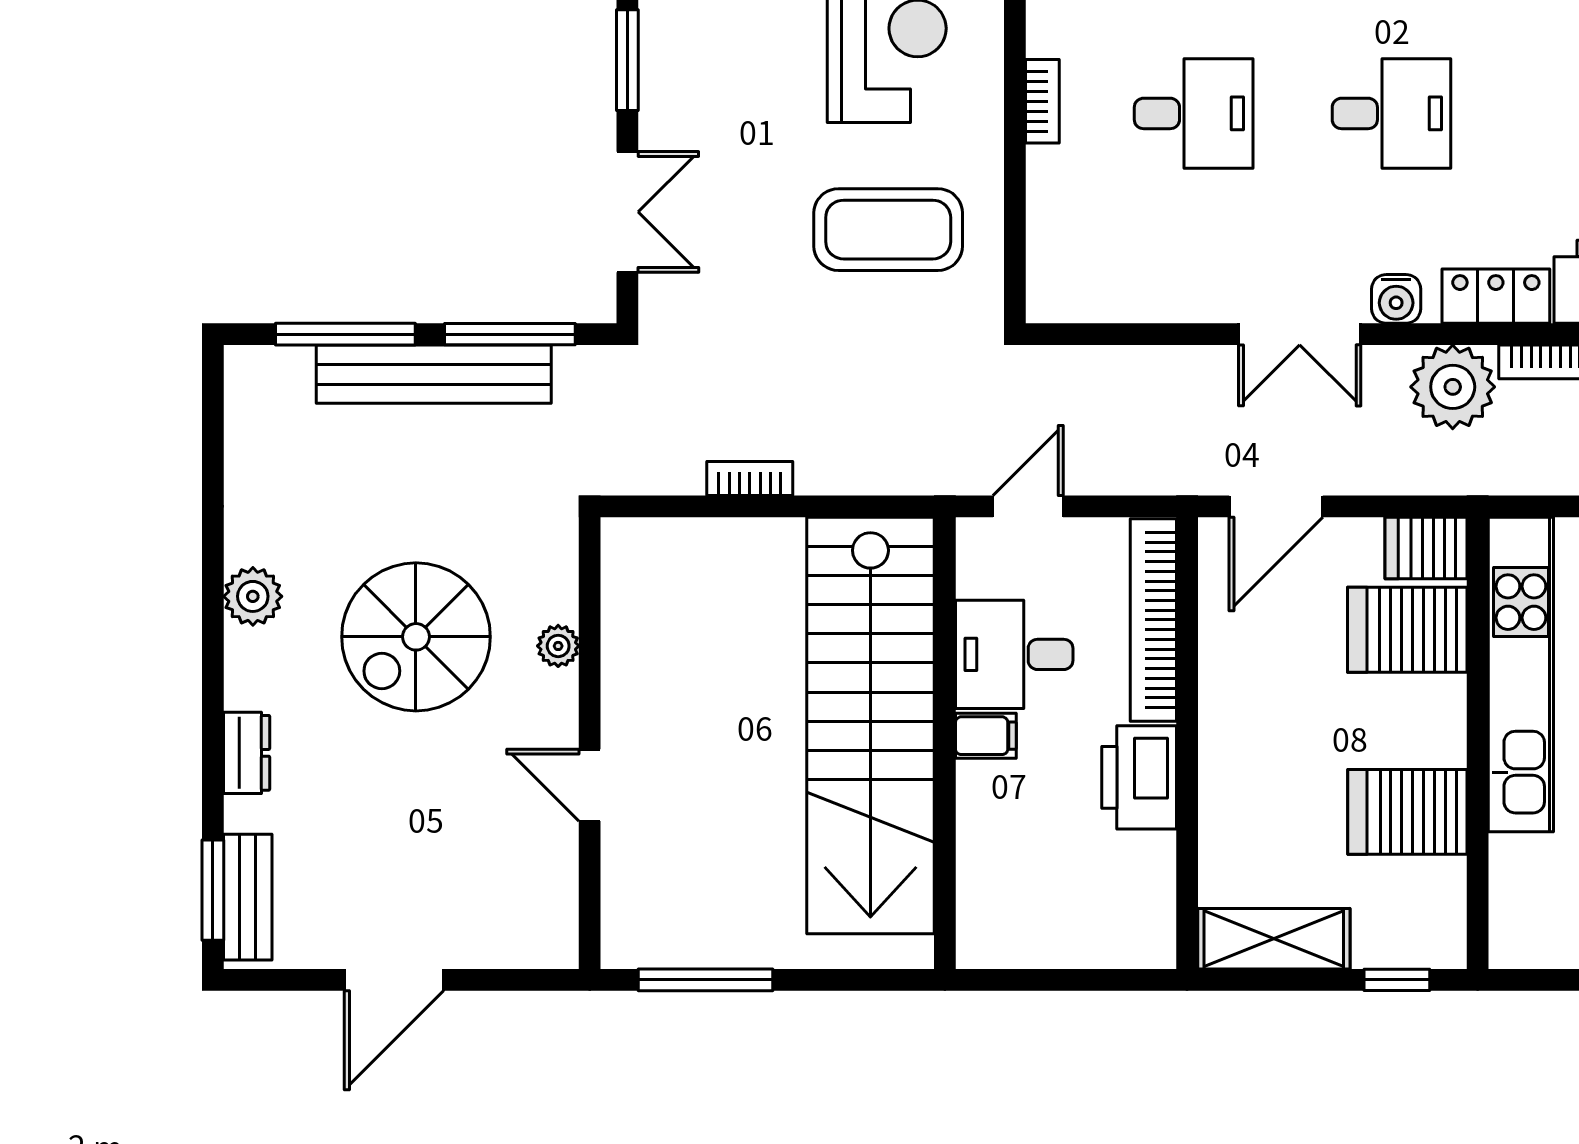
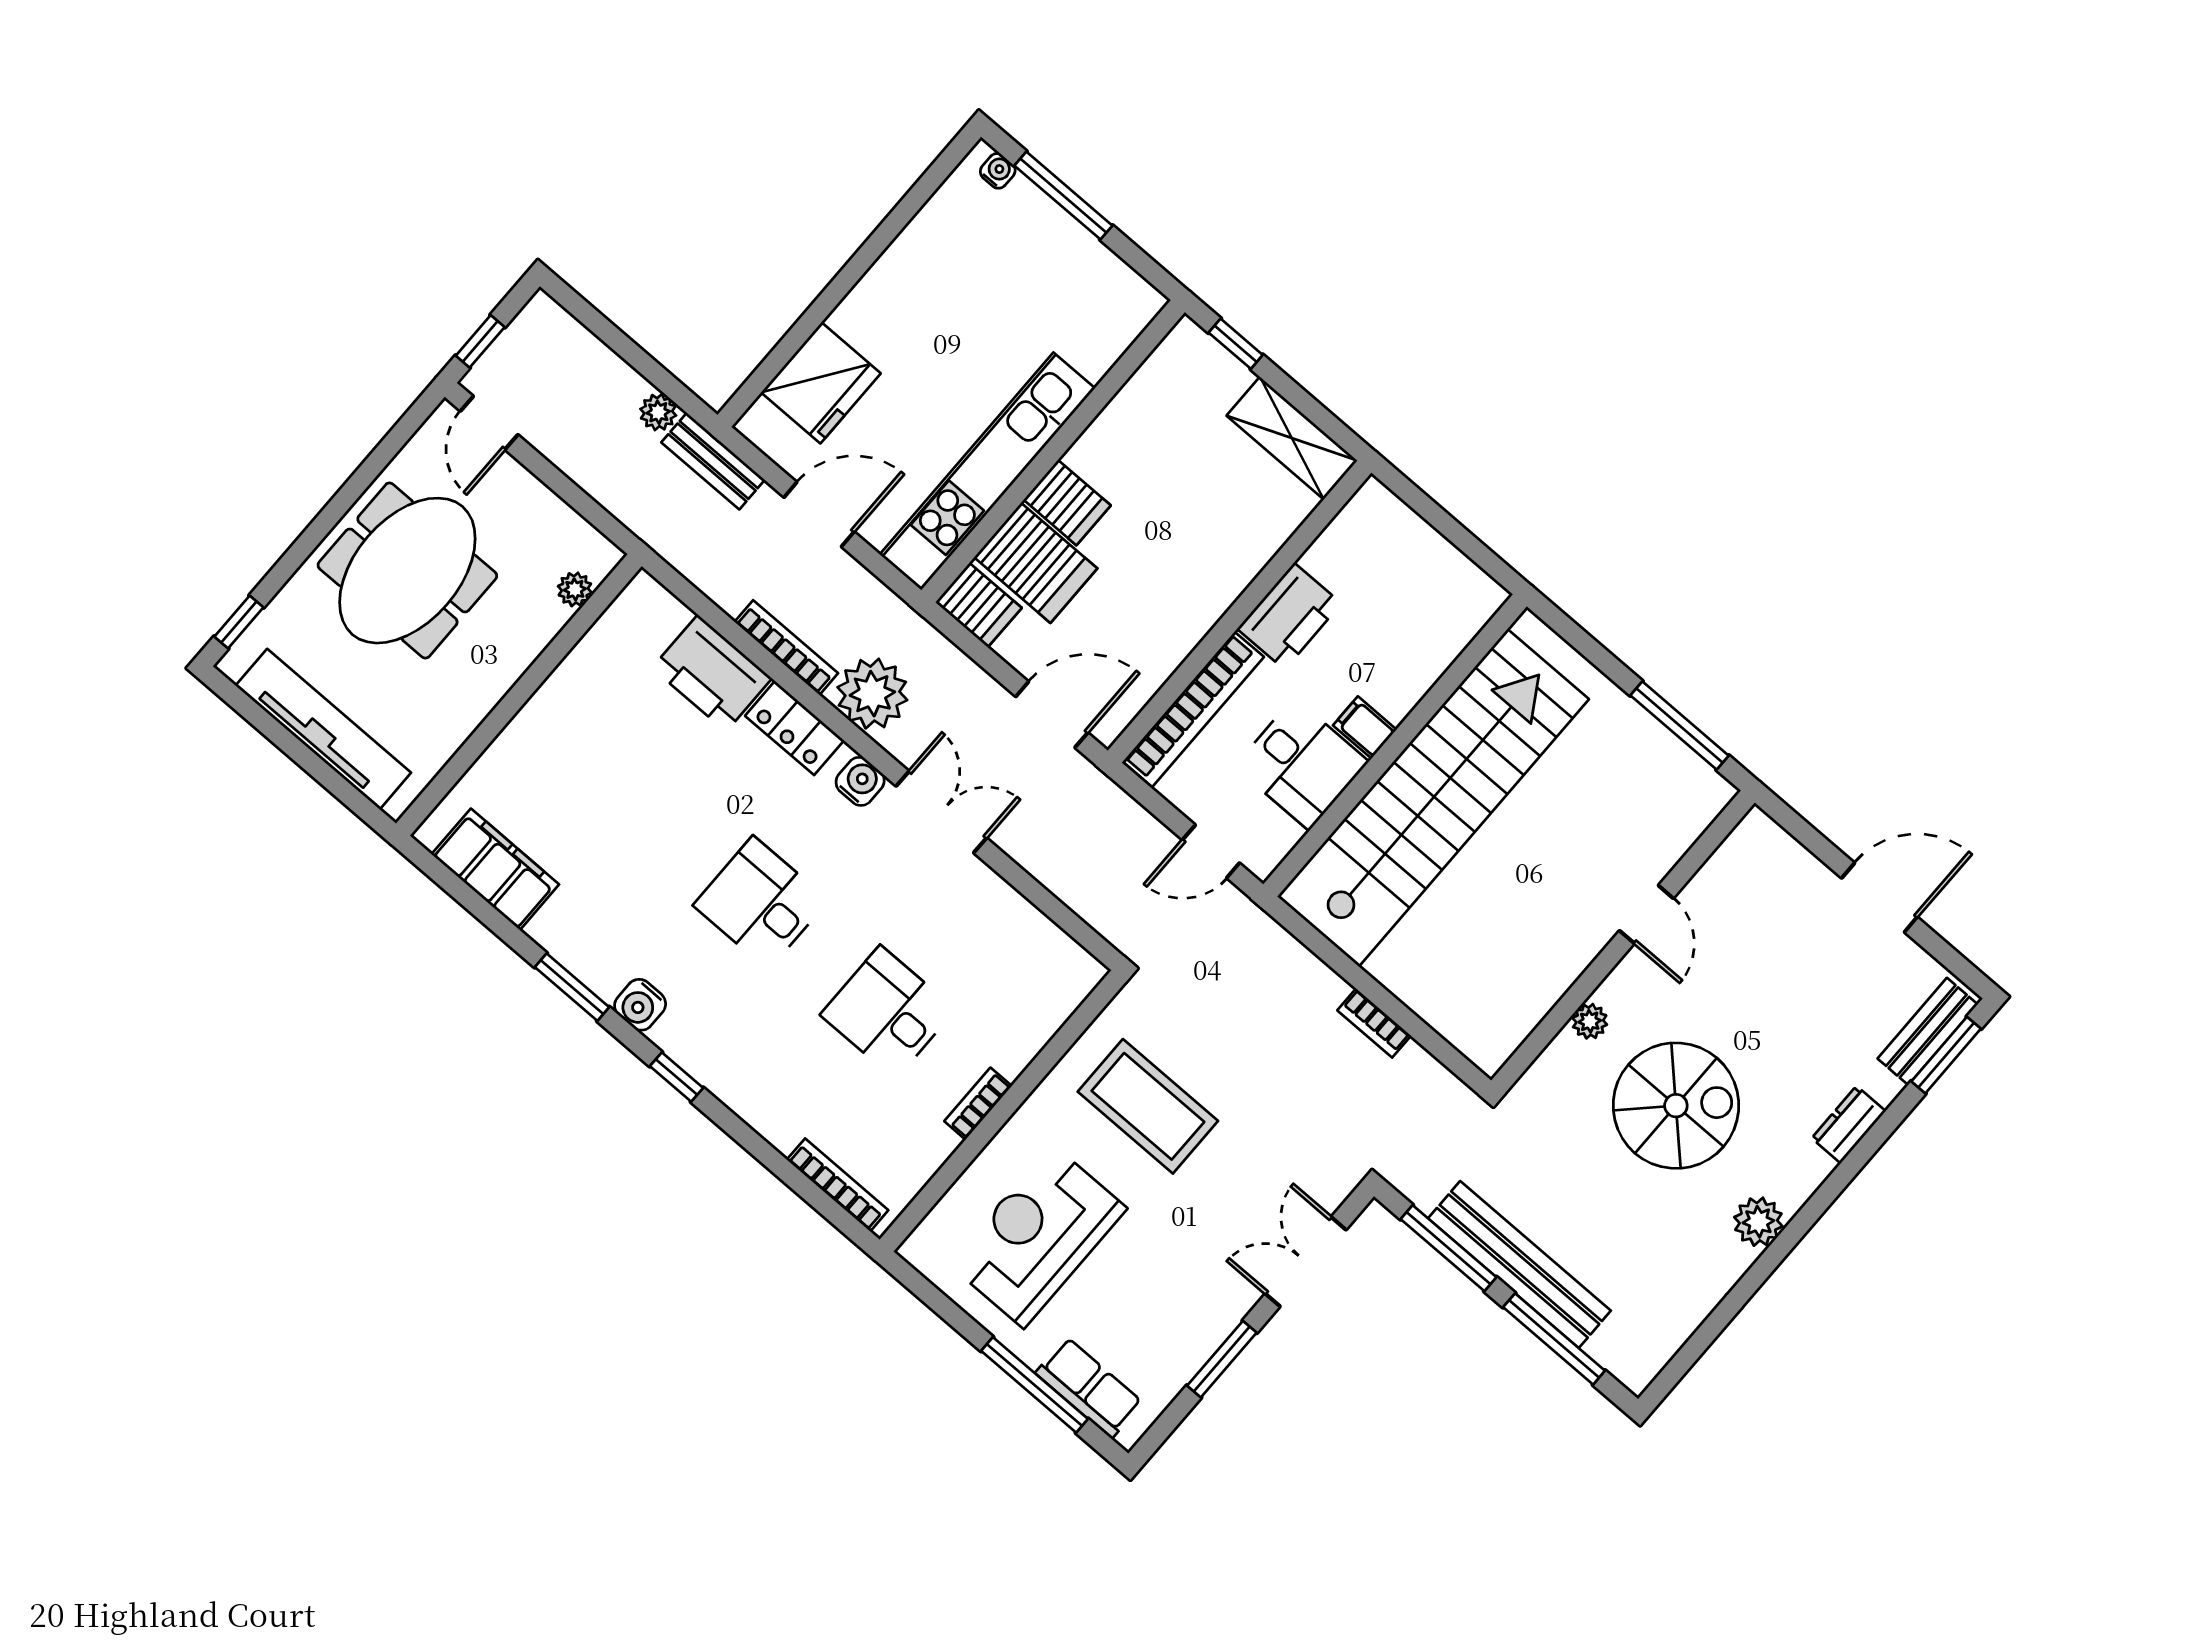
server rack: (1407, 812) -> (1067, 503), moved, width x0.73, depth x0.70

